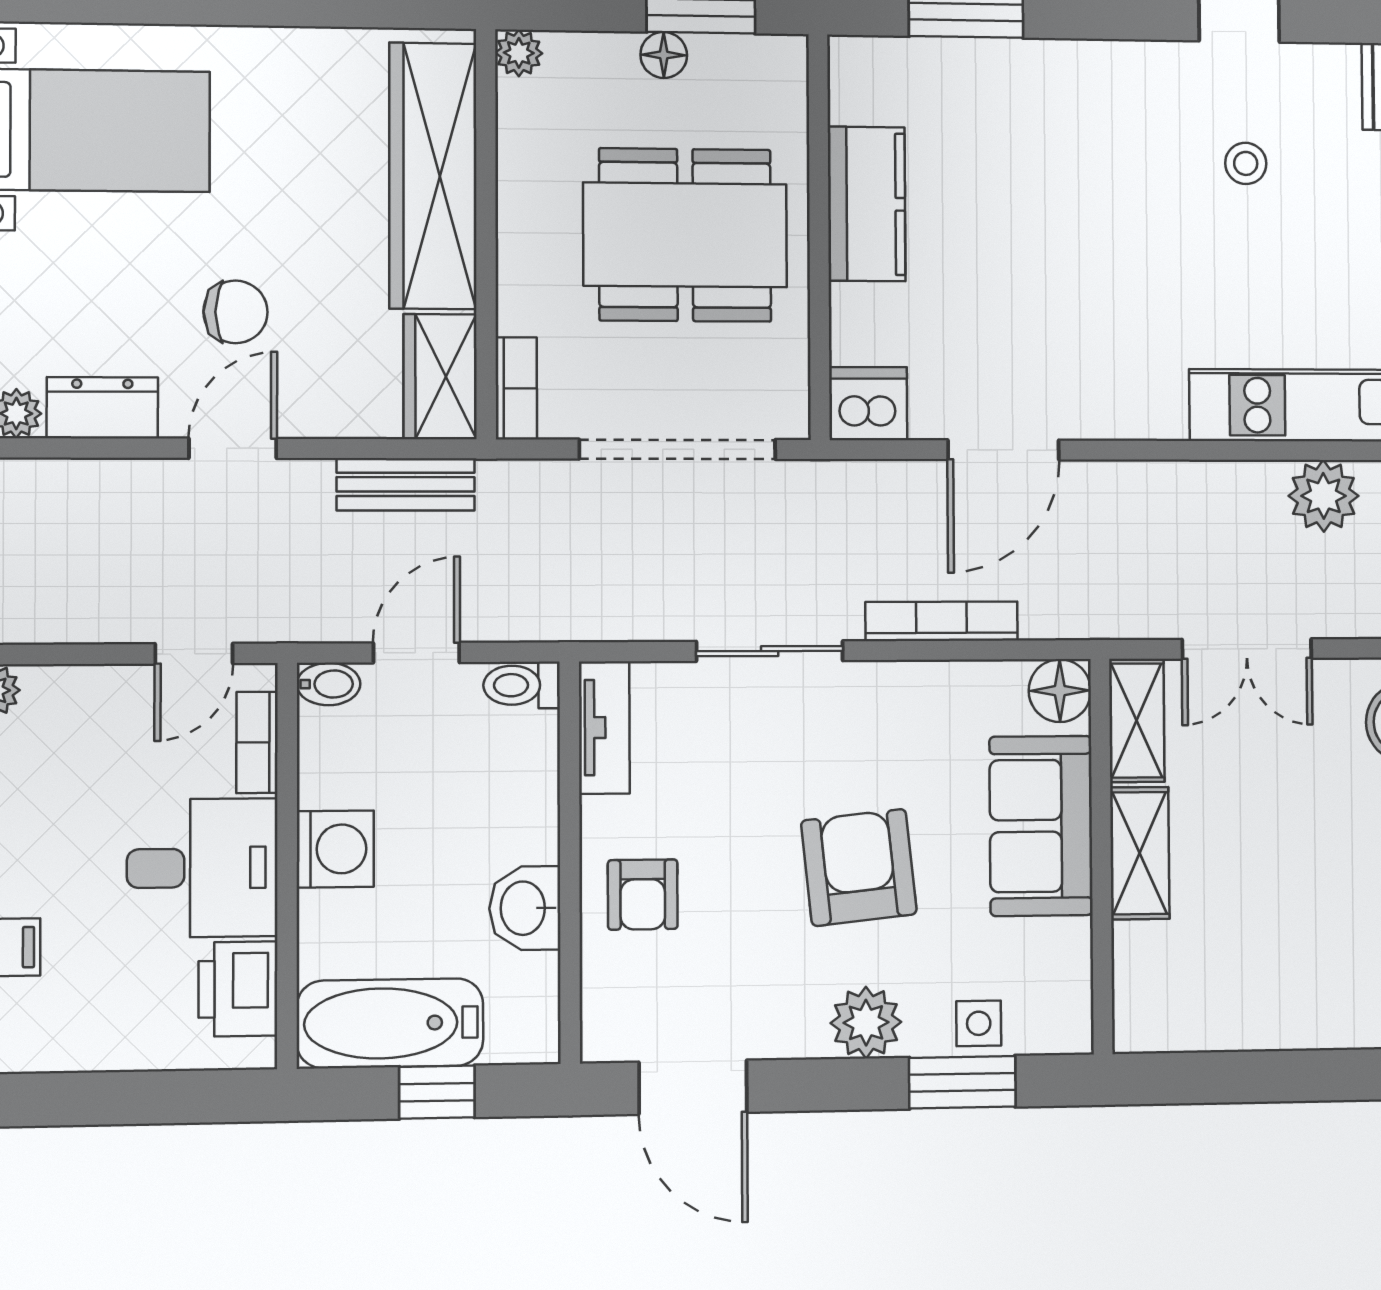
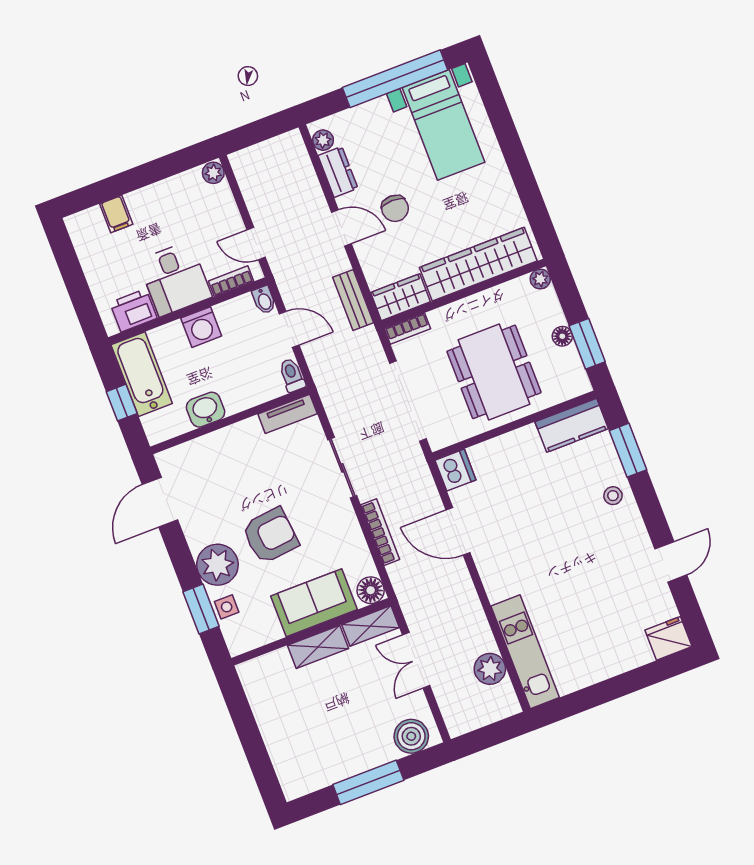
stool: (1246, 163) -> (613, 496), moved
kitchen counter: (867, 204) -> (572, 425), moved
armchair: (643, 895) -> (228, 454), removed
plant: (866, 1023) -> (217, 565), width x1.36, depth x1.36

